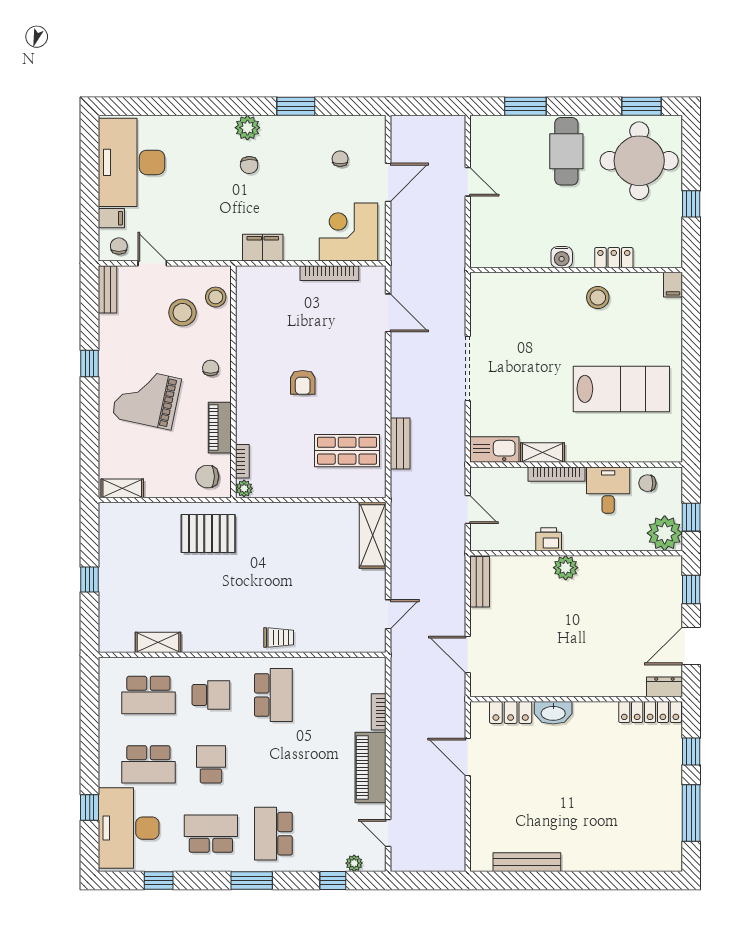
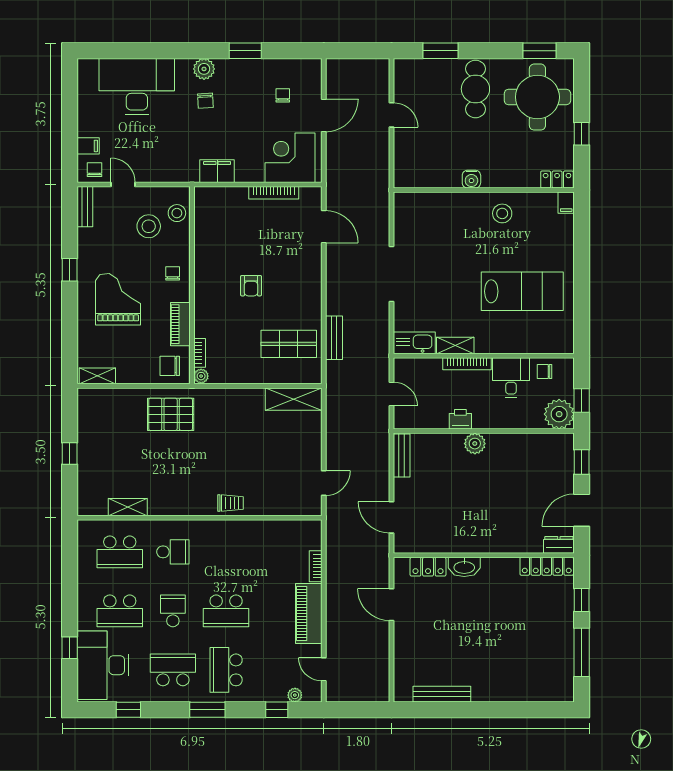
desk: (131, 162) -> (137, 86), moved, turned 90
locker: (614, 258) -> (557, 180), moved
grand piano: (147, 398) -> (118, 299), turned 78
shelving: (373, 535) -> (294, 399), moved, turned 90
school desk: (273, 695) -> (226, 611), moved, turned 90

